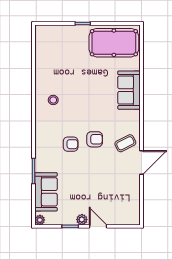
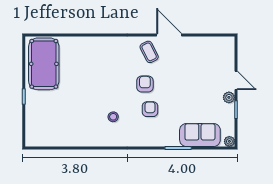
sofa: (129, 90) -> (93, 48), removed
stool: (53, 100) -> (113, 117), moved
door: (98, 226) -> (236, 80), swing flipped

